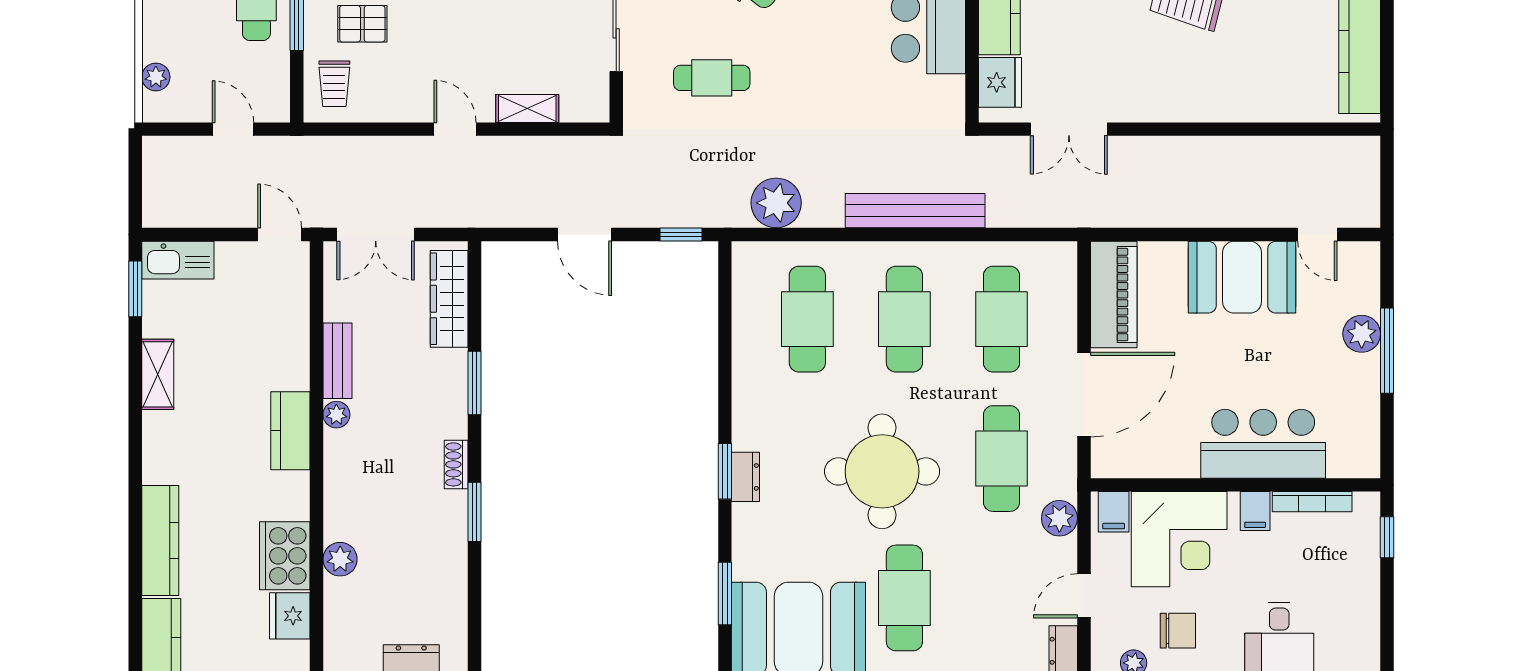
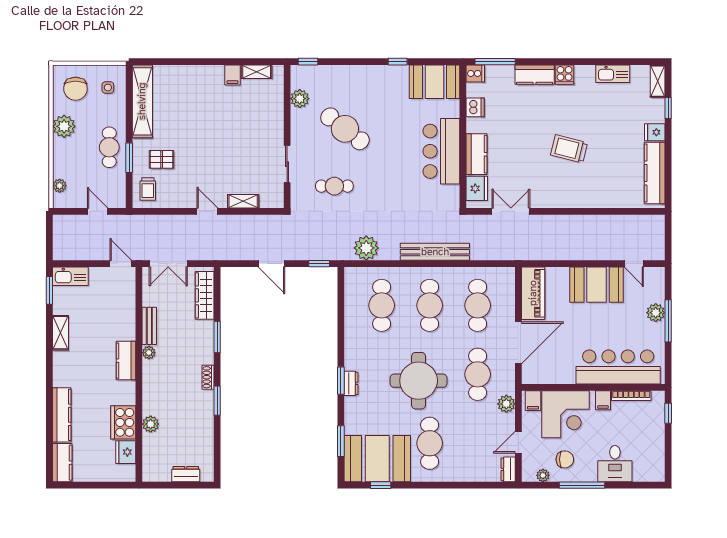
double door: (1069, 129) -> (511, 211), swing flipped
bar counter: (1263, 444) -> (618, 367), width x1.36

